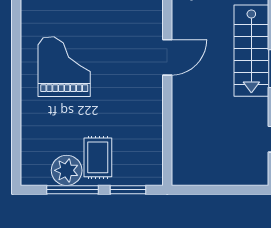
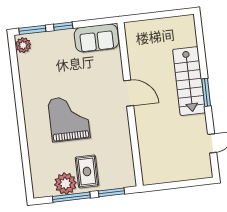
door: (167, 57) -> (129, 93), hinge flipped
grand piano: (64, 67) -> (69, 118), moved

